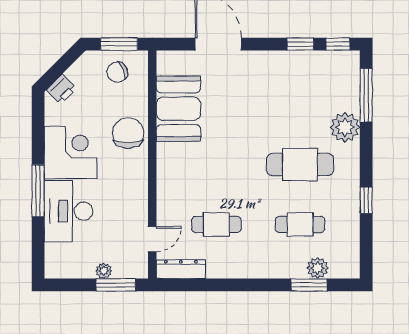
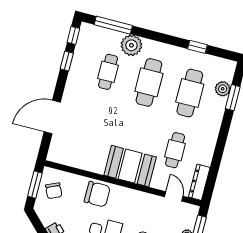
cafe table: (300, 105) -> (108, 72), added
booth: (178, 109) -> (130, 166), moved
chair: (128, 133) -> (97, 194), turned 180
window: (366, 200) -> (197, 47), moved
cafe table: (300, 224) -> (190, 93), width x1.37, depth x1.35

